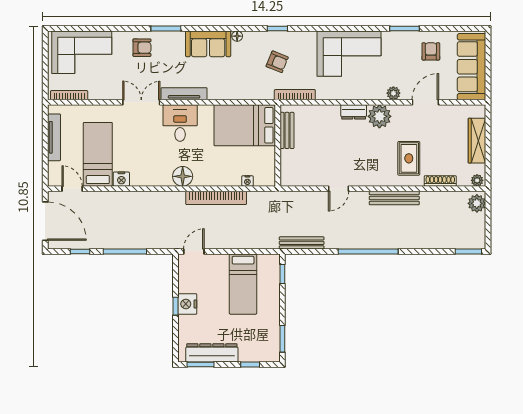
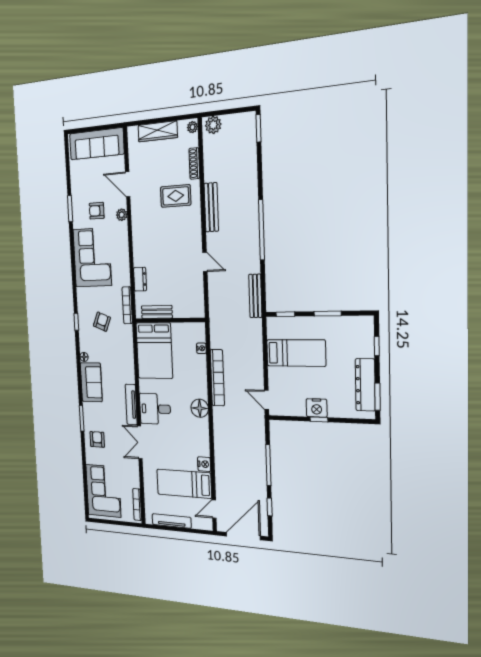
armchair: (431, 51) -> (97, 211), moved
dresser: (354, 112) -> (140, 279), moved
plant: (379, 116) -> (141, 226), removed
window: (282, 339) -> (328, 314), moved

